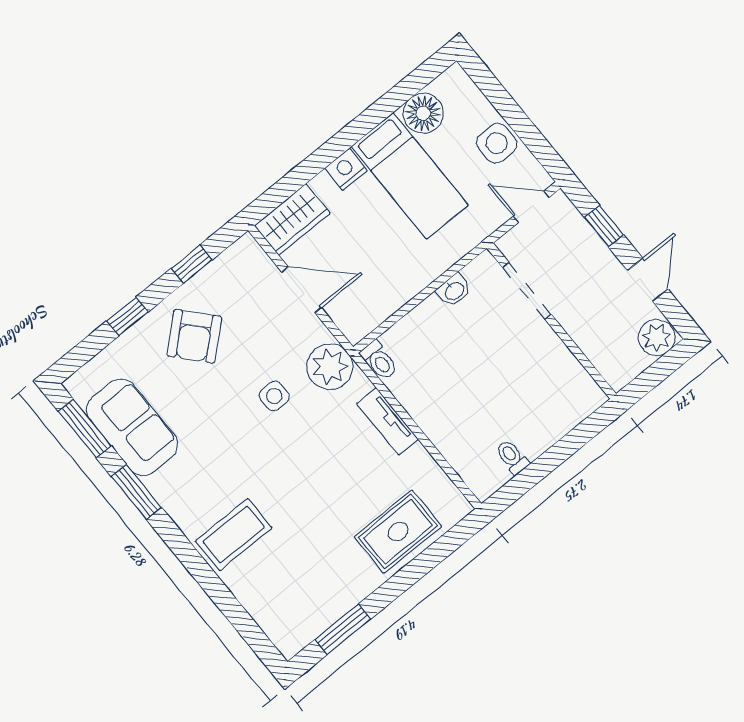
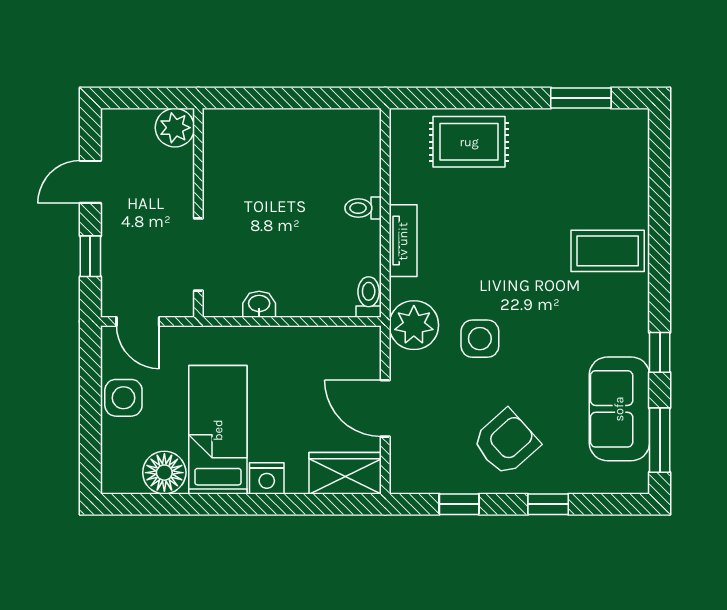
plant: (657, 338) -> (175, 128), moved
side table: (274, 396) -> (480, 339), width x1.37, depth x1.37
toilet: (512, 457) -> (363, 208), moved, turned 90
window: (136, 492) -> (660, 352), width x0.67

